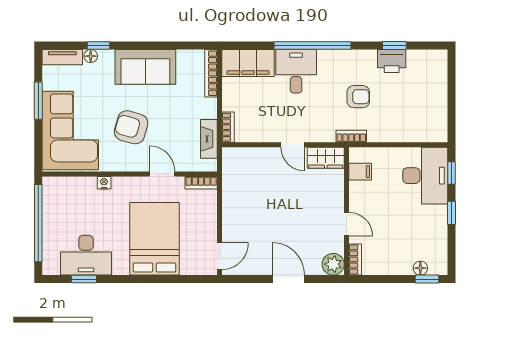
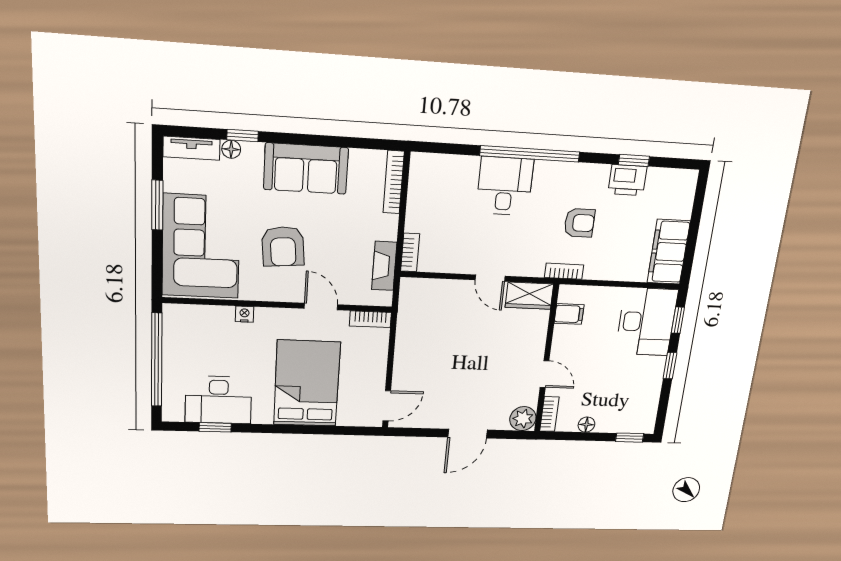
filing cabinet: (248, 63) -> (669, 252), moved, turned 90
armchair: (131, 127) -> (283, 246), turned -111
floor lamp: (420, 268) -> (586, 425), moved
door: (288, 279) -> (468, 434), swing flipped

